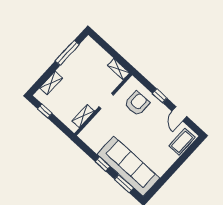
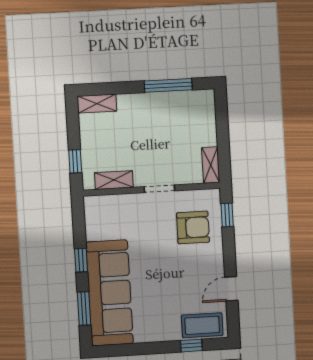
shelving: (51, 83) -> (97, 104), moved
window: (160, 96) -> (227, 215), moved
window: (45, 111) -> (75, 161), moved
window: (186, 155) -> (191, 346), added

